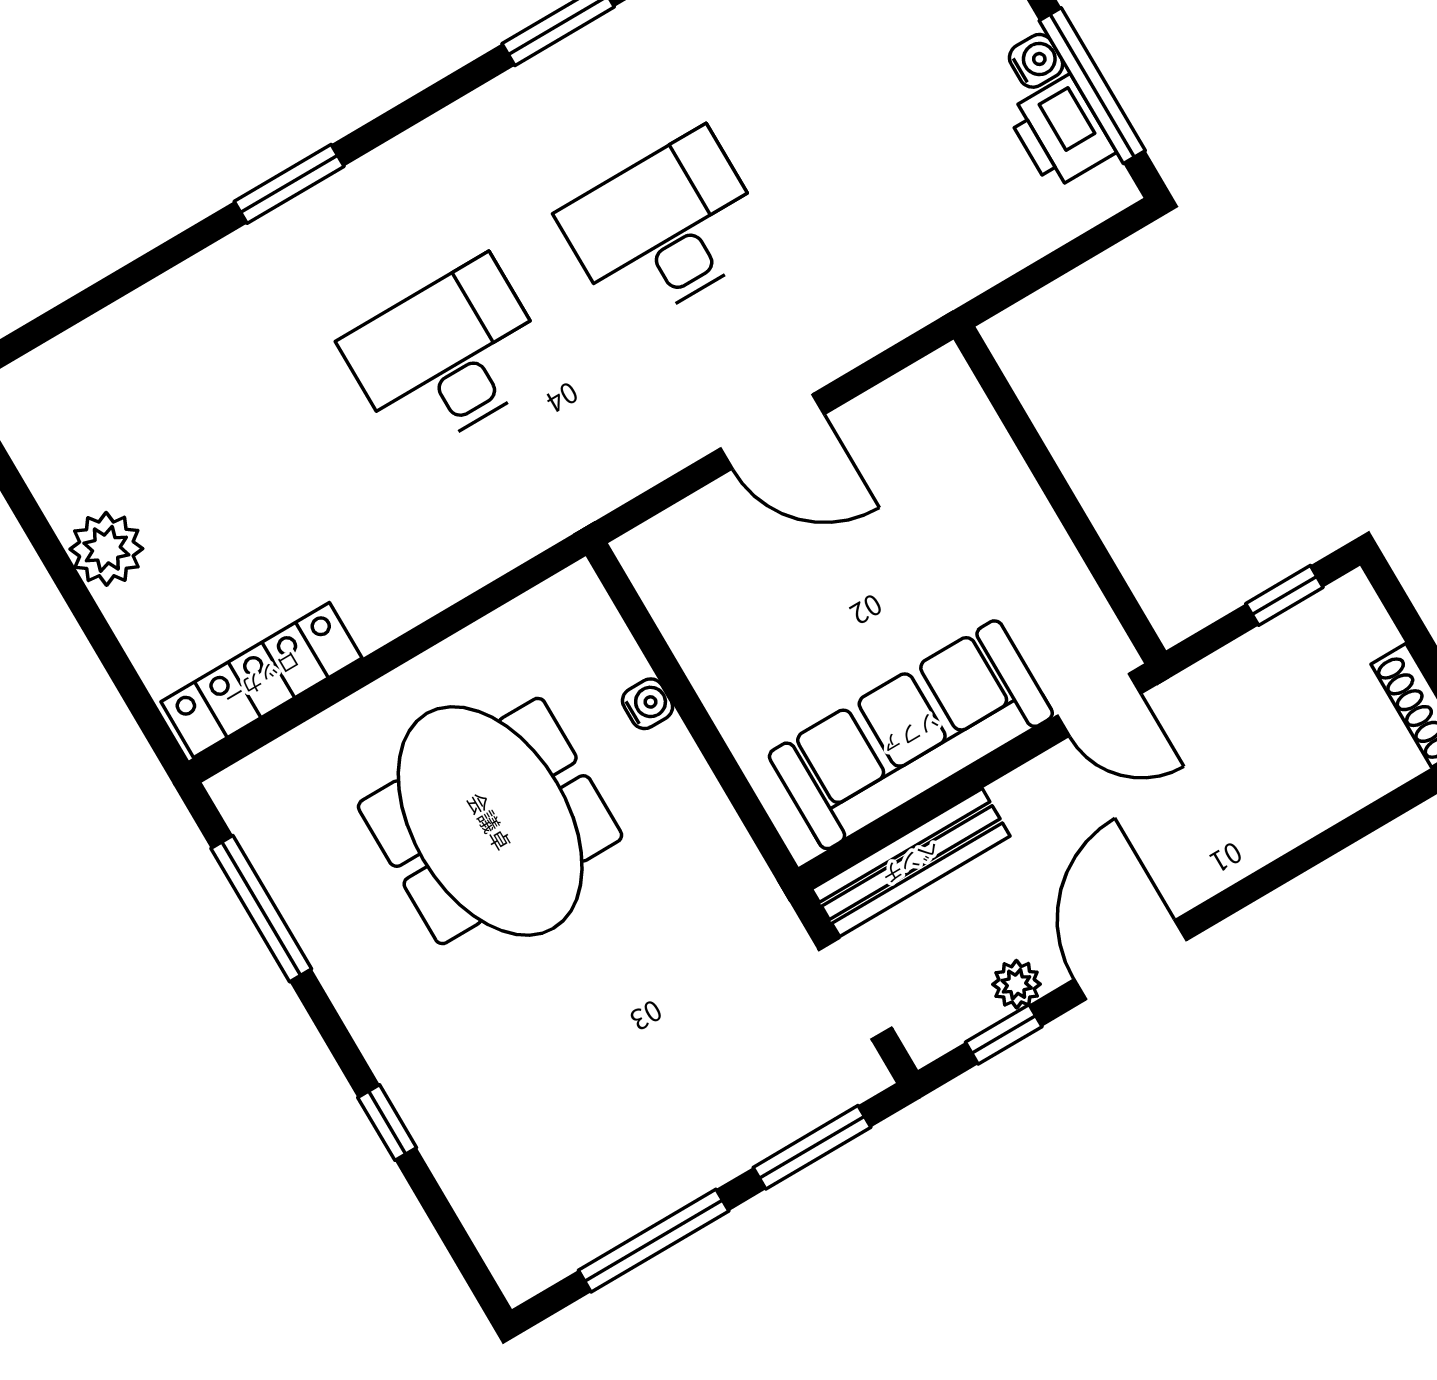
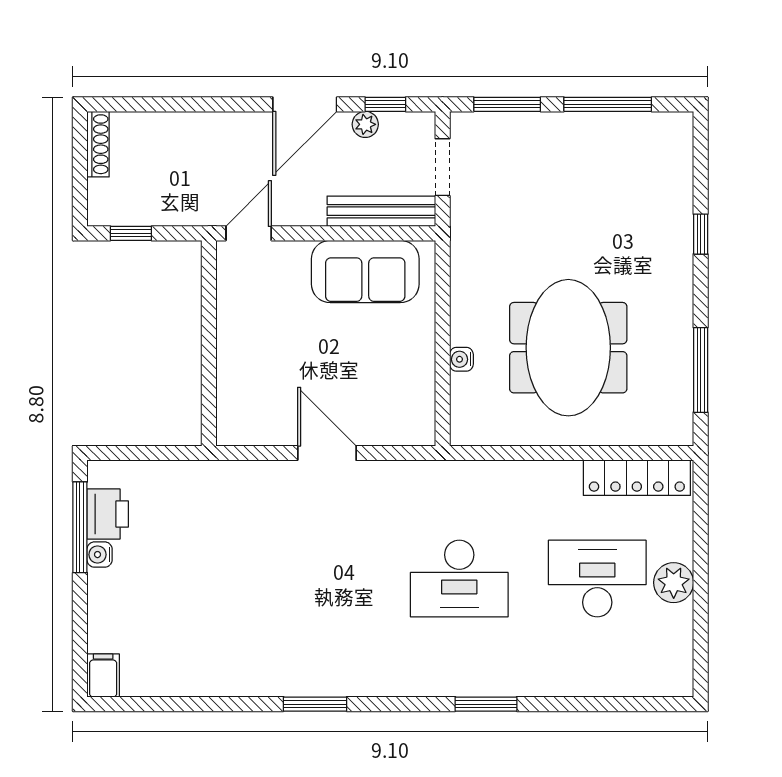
desk: (665, 229) -> (597, 579), moved, turned 180
door: (1099, 705) -> (249, 233), hinge flipped
sofa: (911, 735) -> (365, 271), width x0.73

